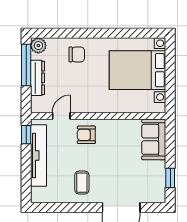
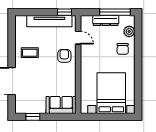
plant: (38, 46) -> (129, 31), moved

